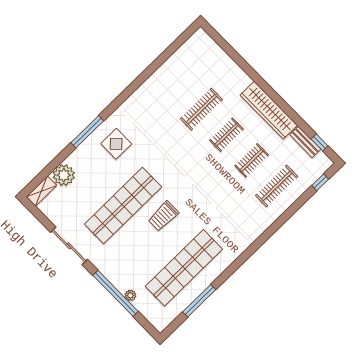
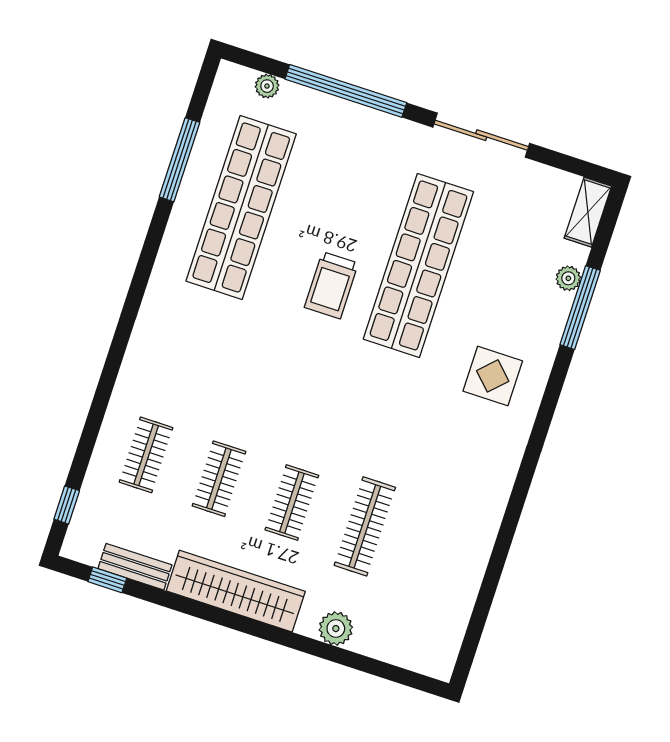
plant: (235, 73) -> (336, 629), added
window: (87, 132) -> (580, 308), moved
plant: (64, 175) -> (568, 278), width x0.53, depth x0.53
clothes rail: (277, 186) -> (146, 455), width x0.73
trolley: (163, 216) -> (331, 285), turned 180
plant: (130, 295) -> (267, 86), moved

